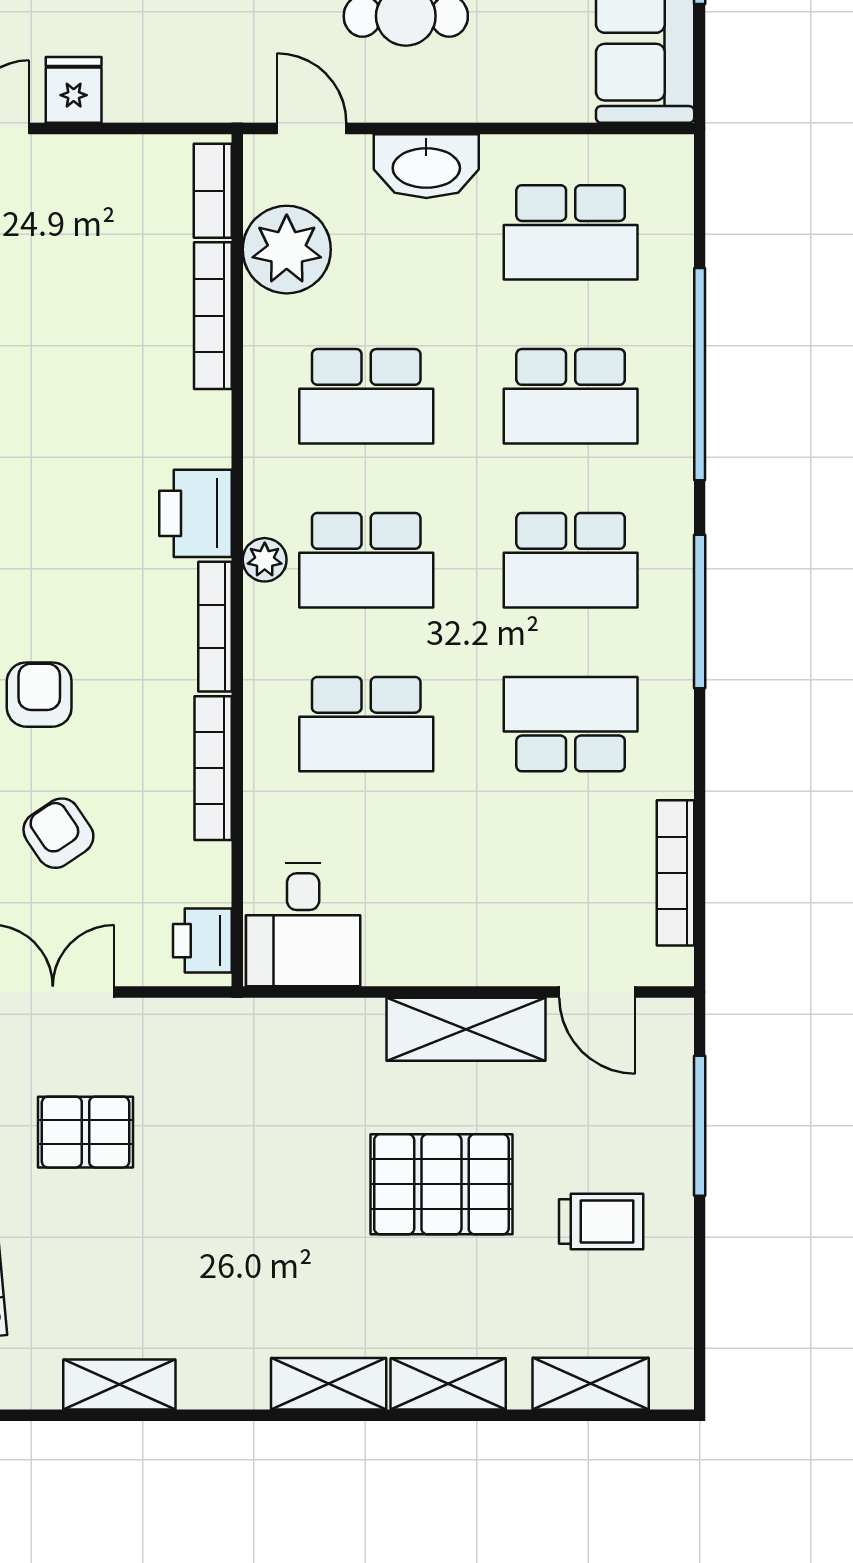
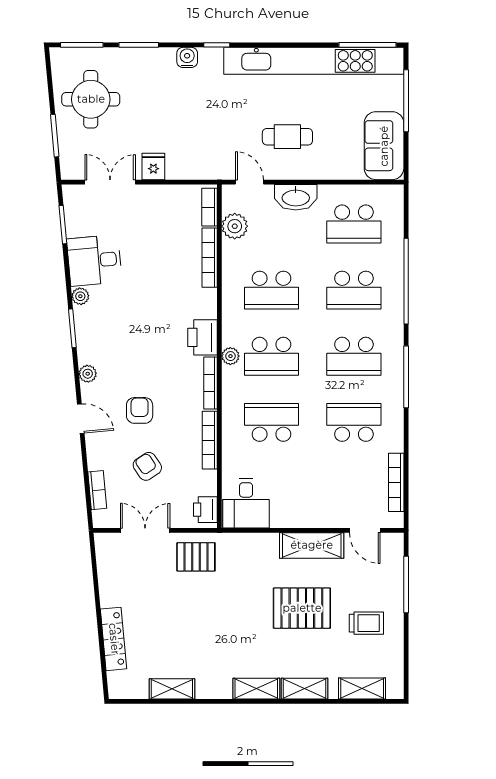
plant: (287, 250) -> (235, 226), width x0.73, depth x0.73
school desk: (366, 724) -> (271, 422), turned 180
pallet: (86, 1132) -> (196, 557), moved

